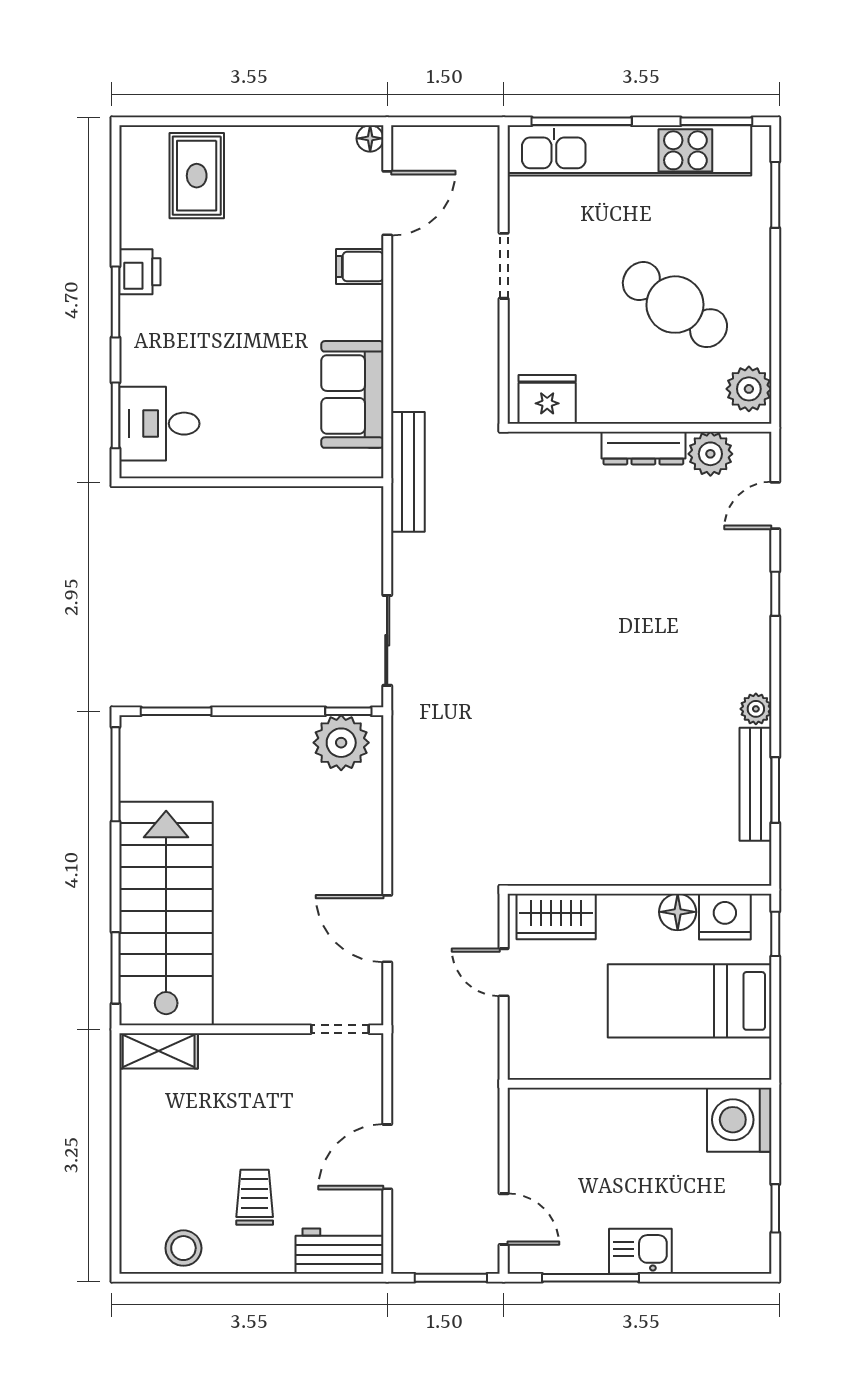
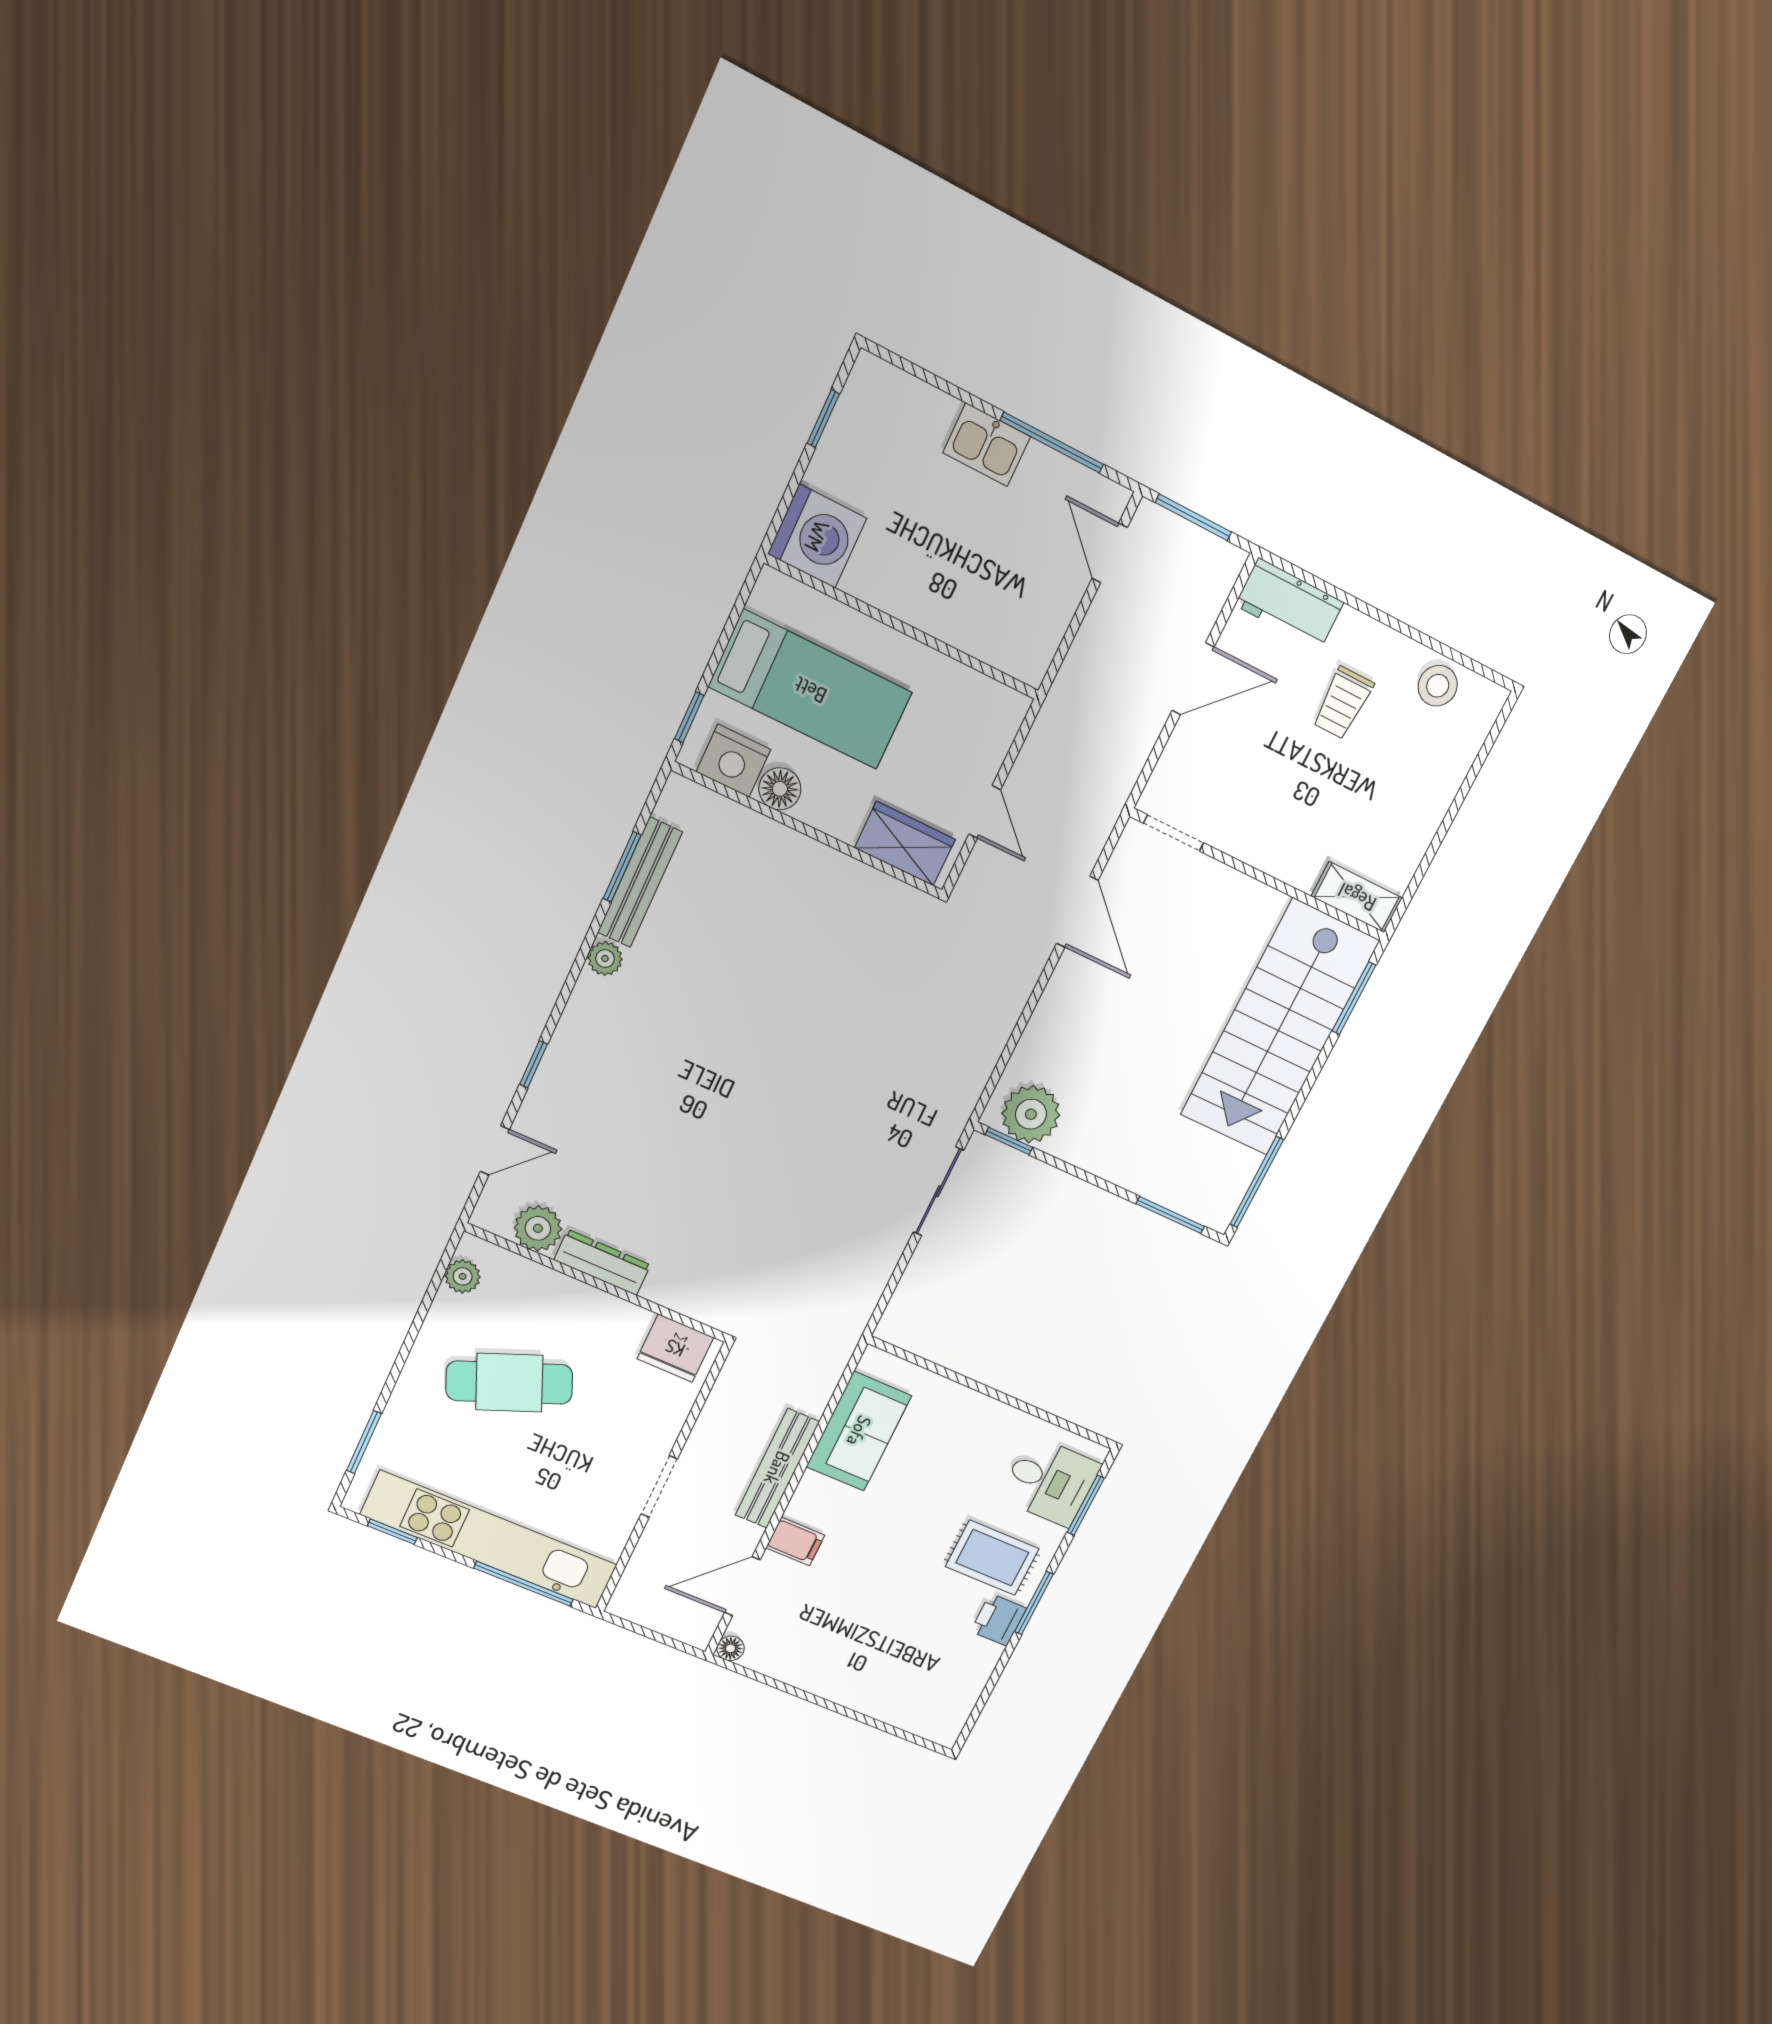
window: (716, 121) -> (392, 1532), width x0.67
rug: (197, 176) -> (992, 1558), moved, turned 90
cafe table: (675, 305) -> (509, 1383), turned -57
plant: (749, 389) -> (463, 1276), width x0.73, depth x0.73
bench: (408, 472) -> (777, 1468), moved

